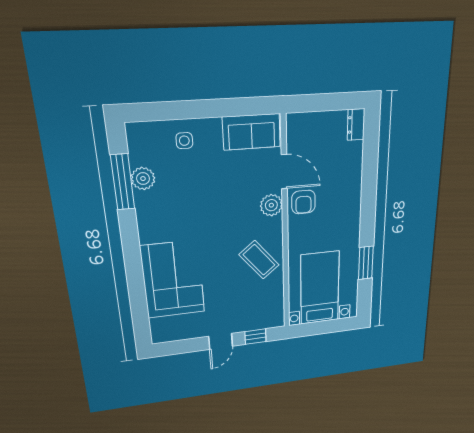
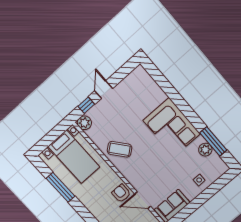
plant: (271, 205) -> (84, 123), moved
window: (366, 263) -> (61, 187), width x1.44
corner sofa: (173, 279) -> (172, 127), moved

